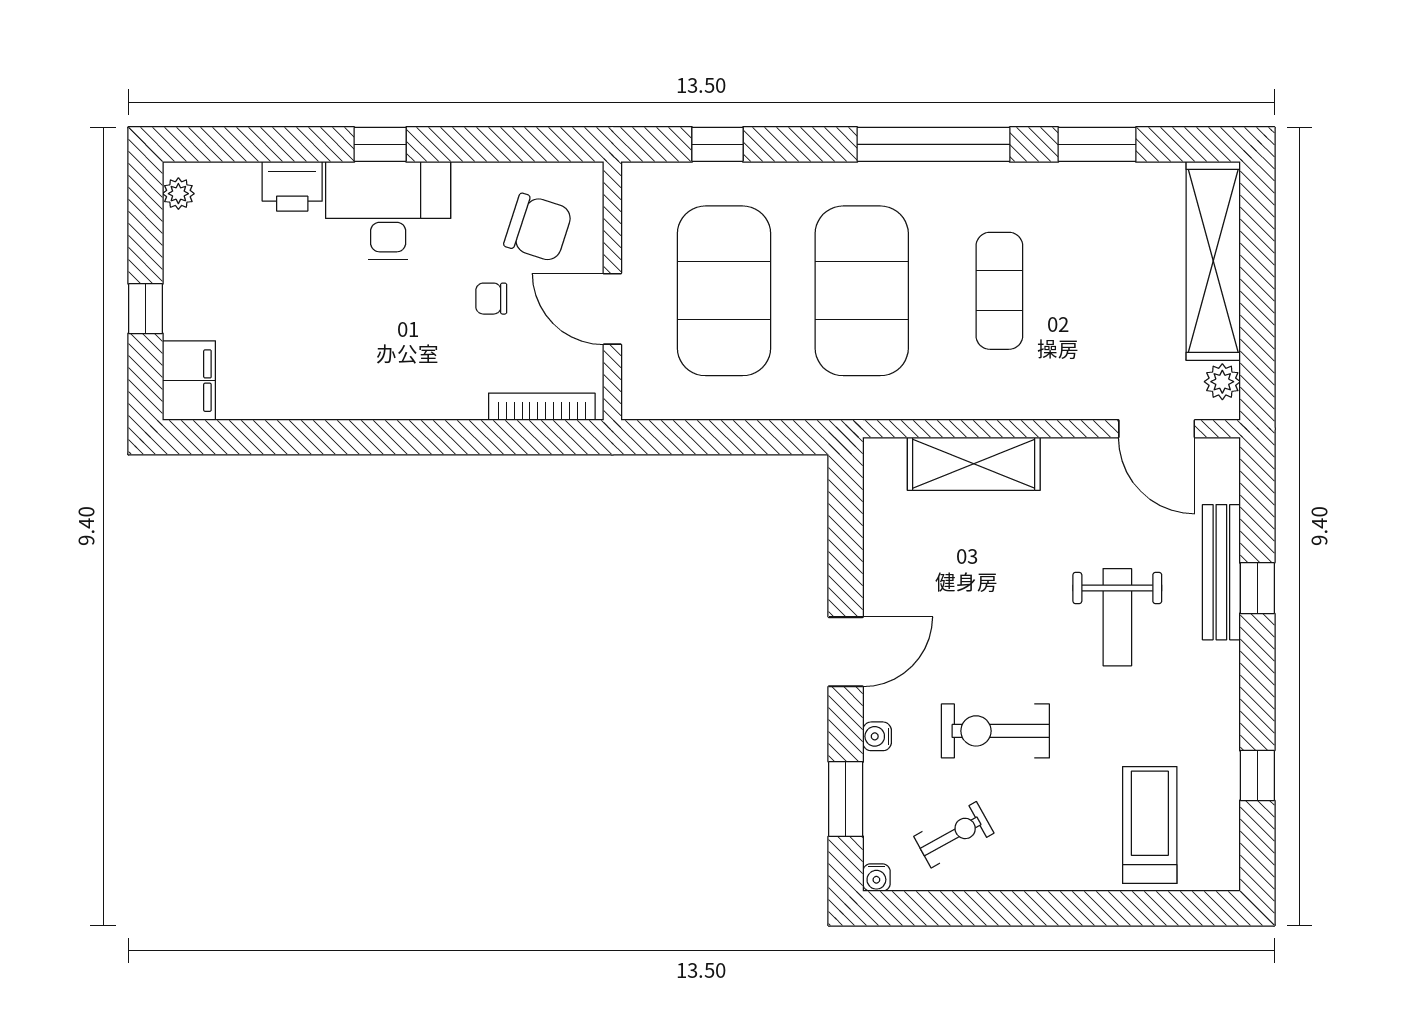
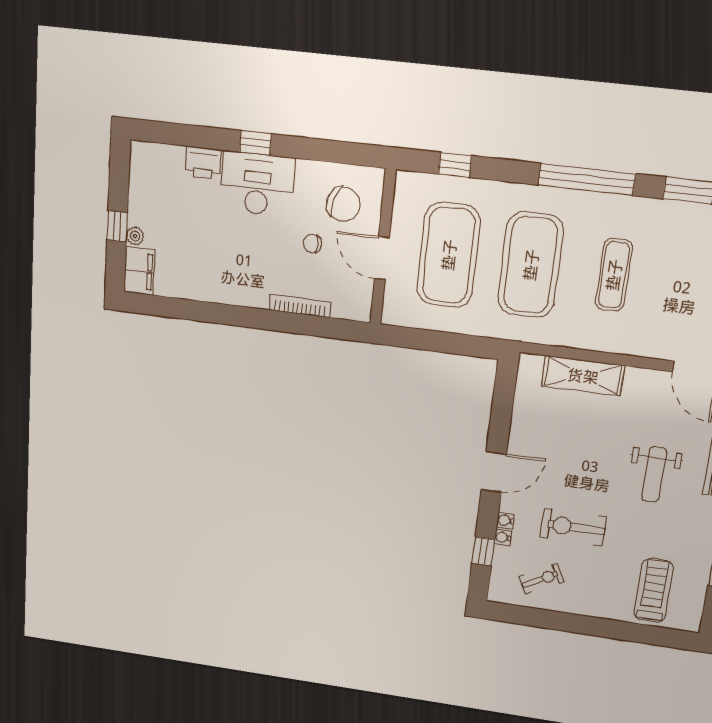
plant: (178, 194) -> (135, 236), moved
bookcase: (542, 407) -> (300, 306), moved
window: (846, 799) -> (483, 551), width x0.67
water cooler: (876, 878) -> (503, 537), moved, turned 90

